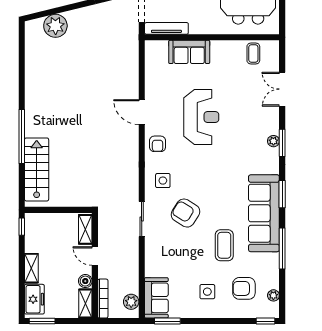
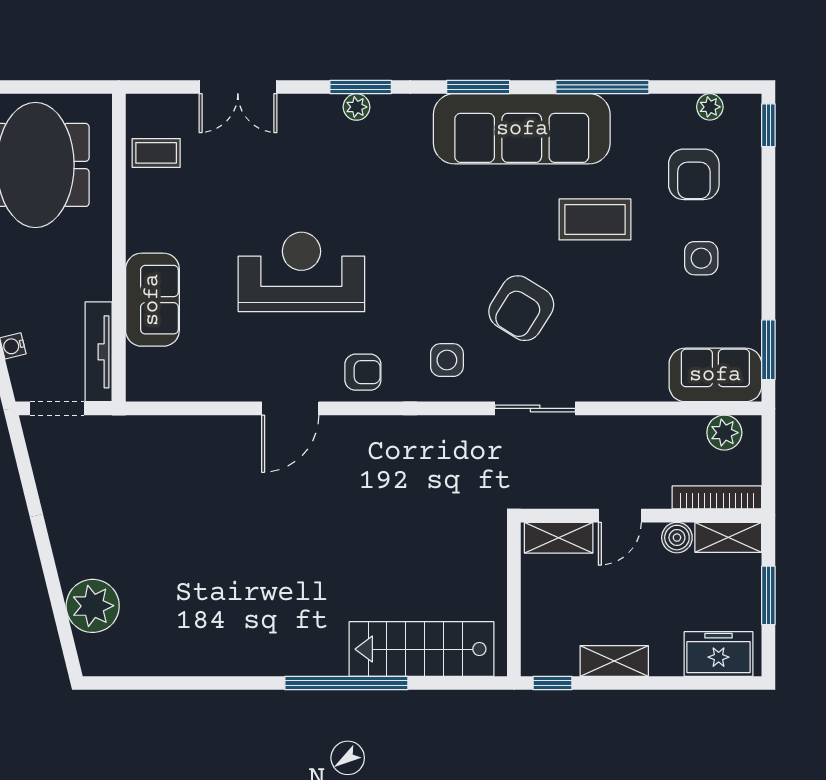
shelving: (31, 268) -> (614, 661), moved
window: (42, 321) -> (768, 595), moved

